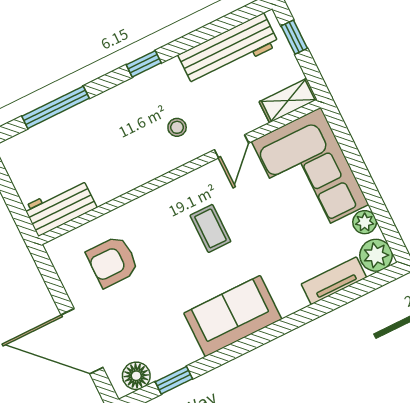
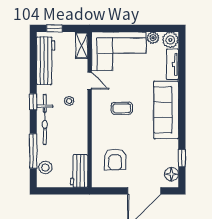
bicycle: (122, 100) -> (45, 119), added
stool: (37, 144) -> (45, 167), added
sofa: (233, 316) -> (166, 110), width x1.36

